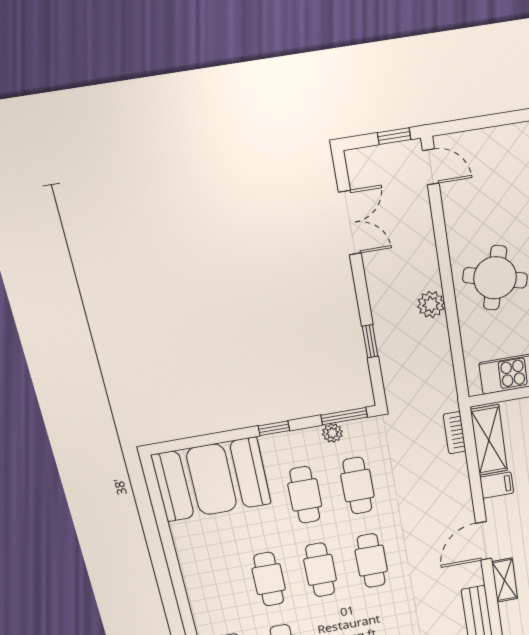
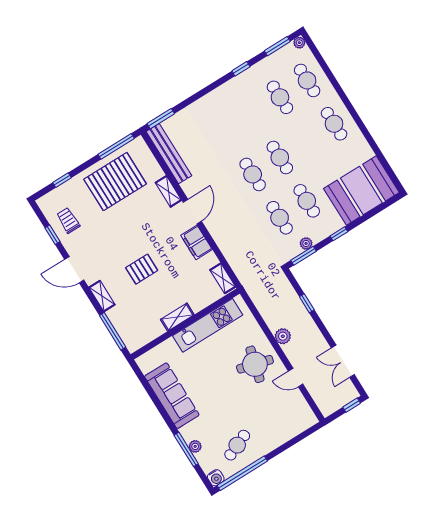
window: (394, 136) -> (352, 405), moved
door: (431, 167) -> (296, 378), moved
bookcase: (455, 433) -> (238, 270), removed
shelving: (489, 440) -> (223, 278), width x0.67, depth x0.75
filing cabinet: (497, 485) -> (197, 242), width x2.00
cafe table: (269, 579) -> (334, 124), moved

